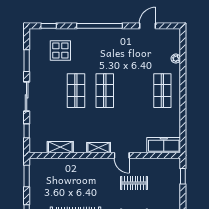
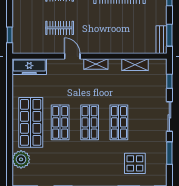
plant: (176, 59) -> (21, 159), width x1.88, depth x1.88
shop shelf: (134, 91) -> (60, 122), added
shop shelf: (162, 91) -> (31, 122), width x1.43, depth x1.36
bench: (34, 171) -> (162, 40), added

